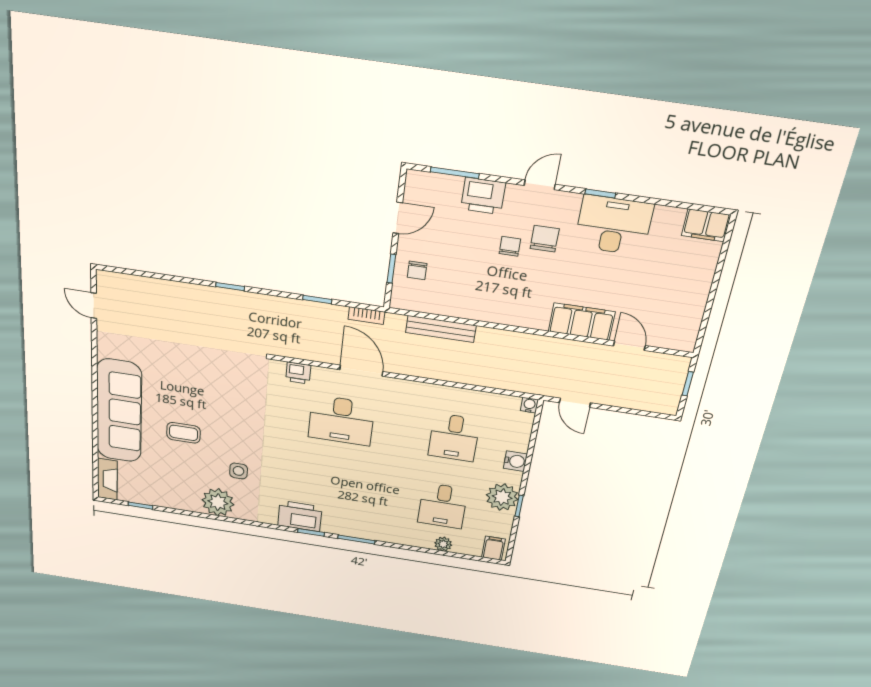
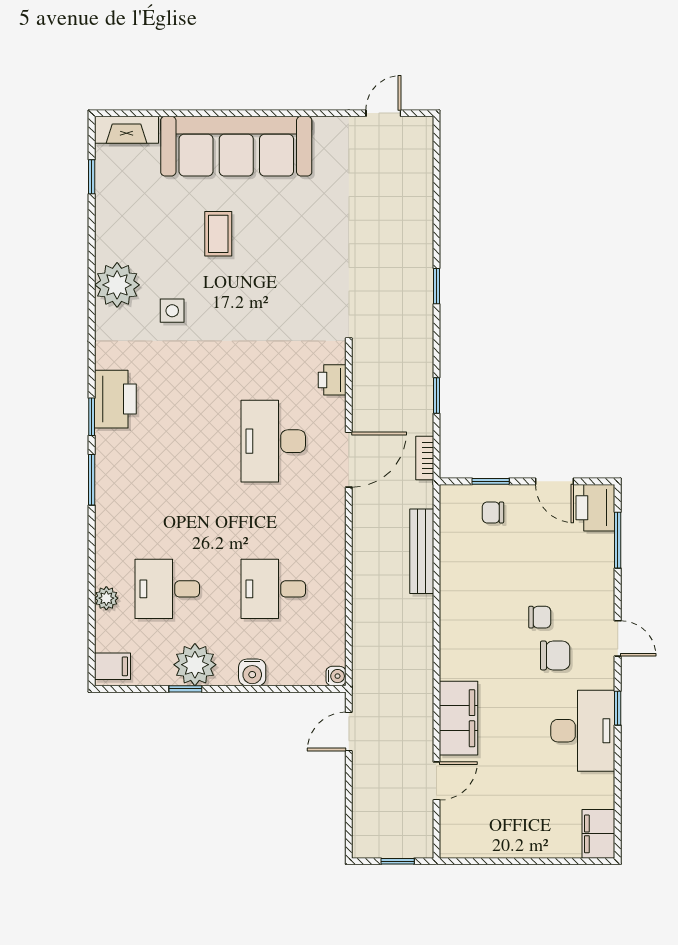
printer: (483, 196) -> (595, 508), moved

